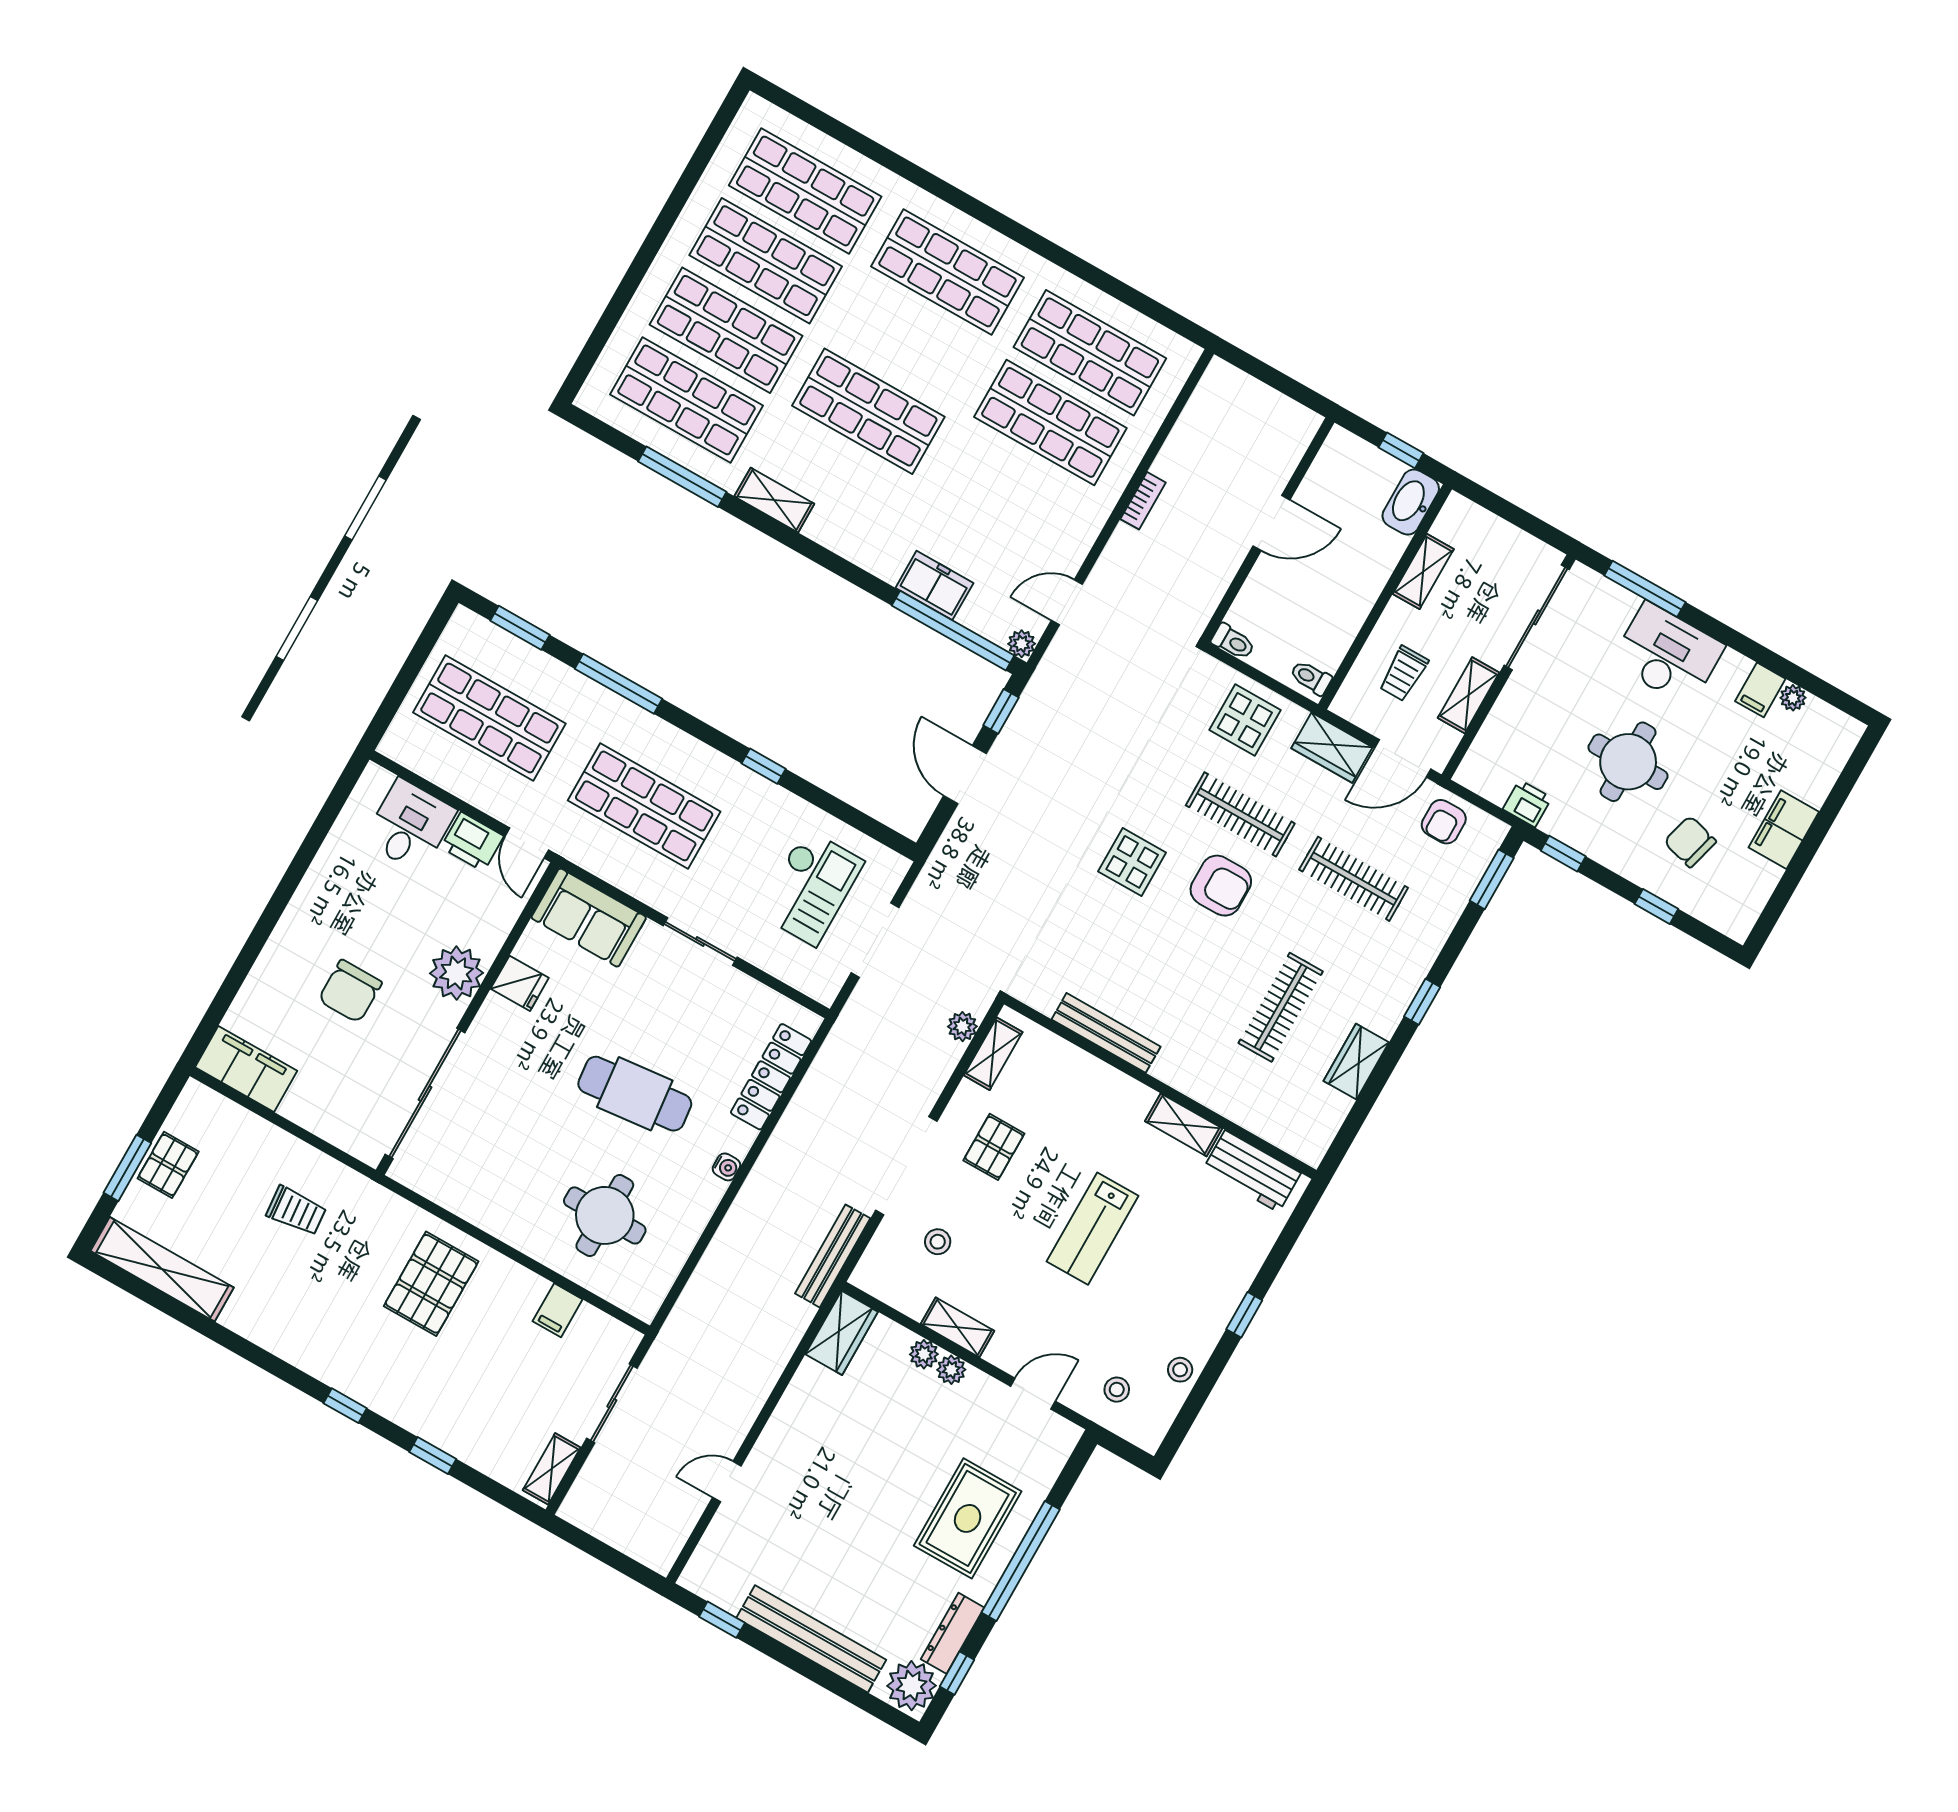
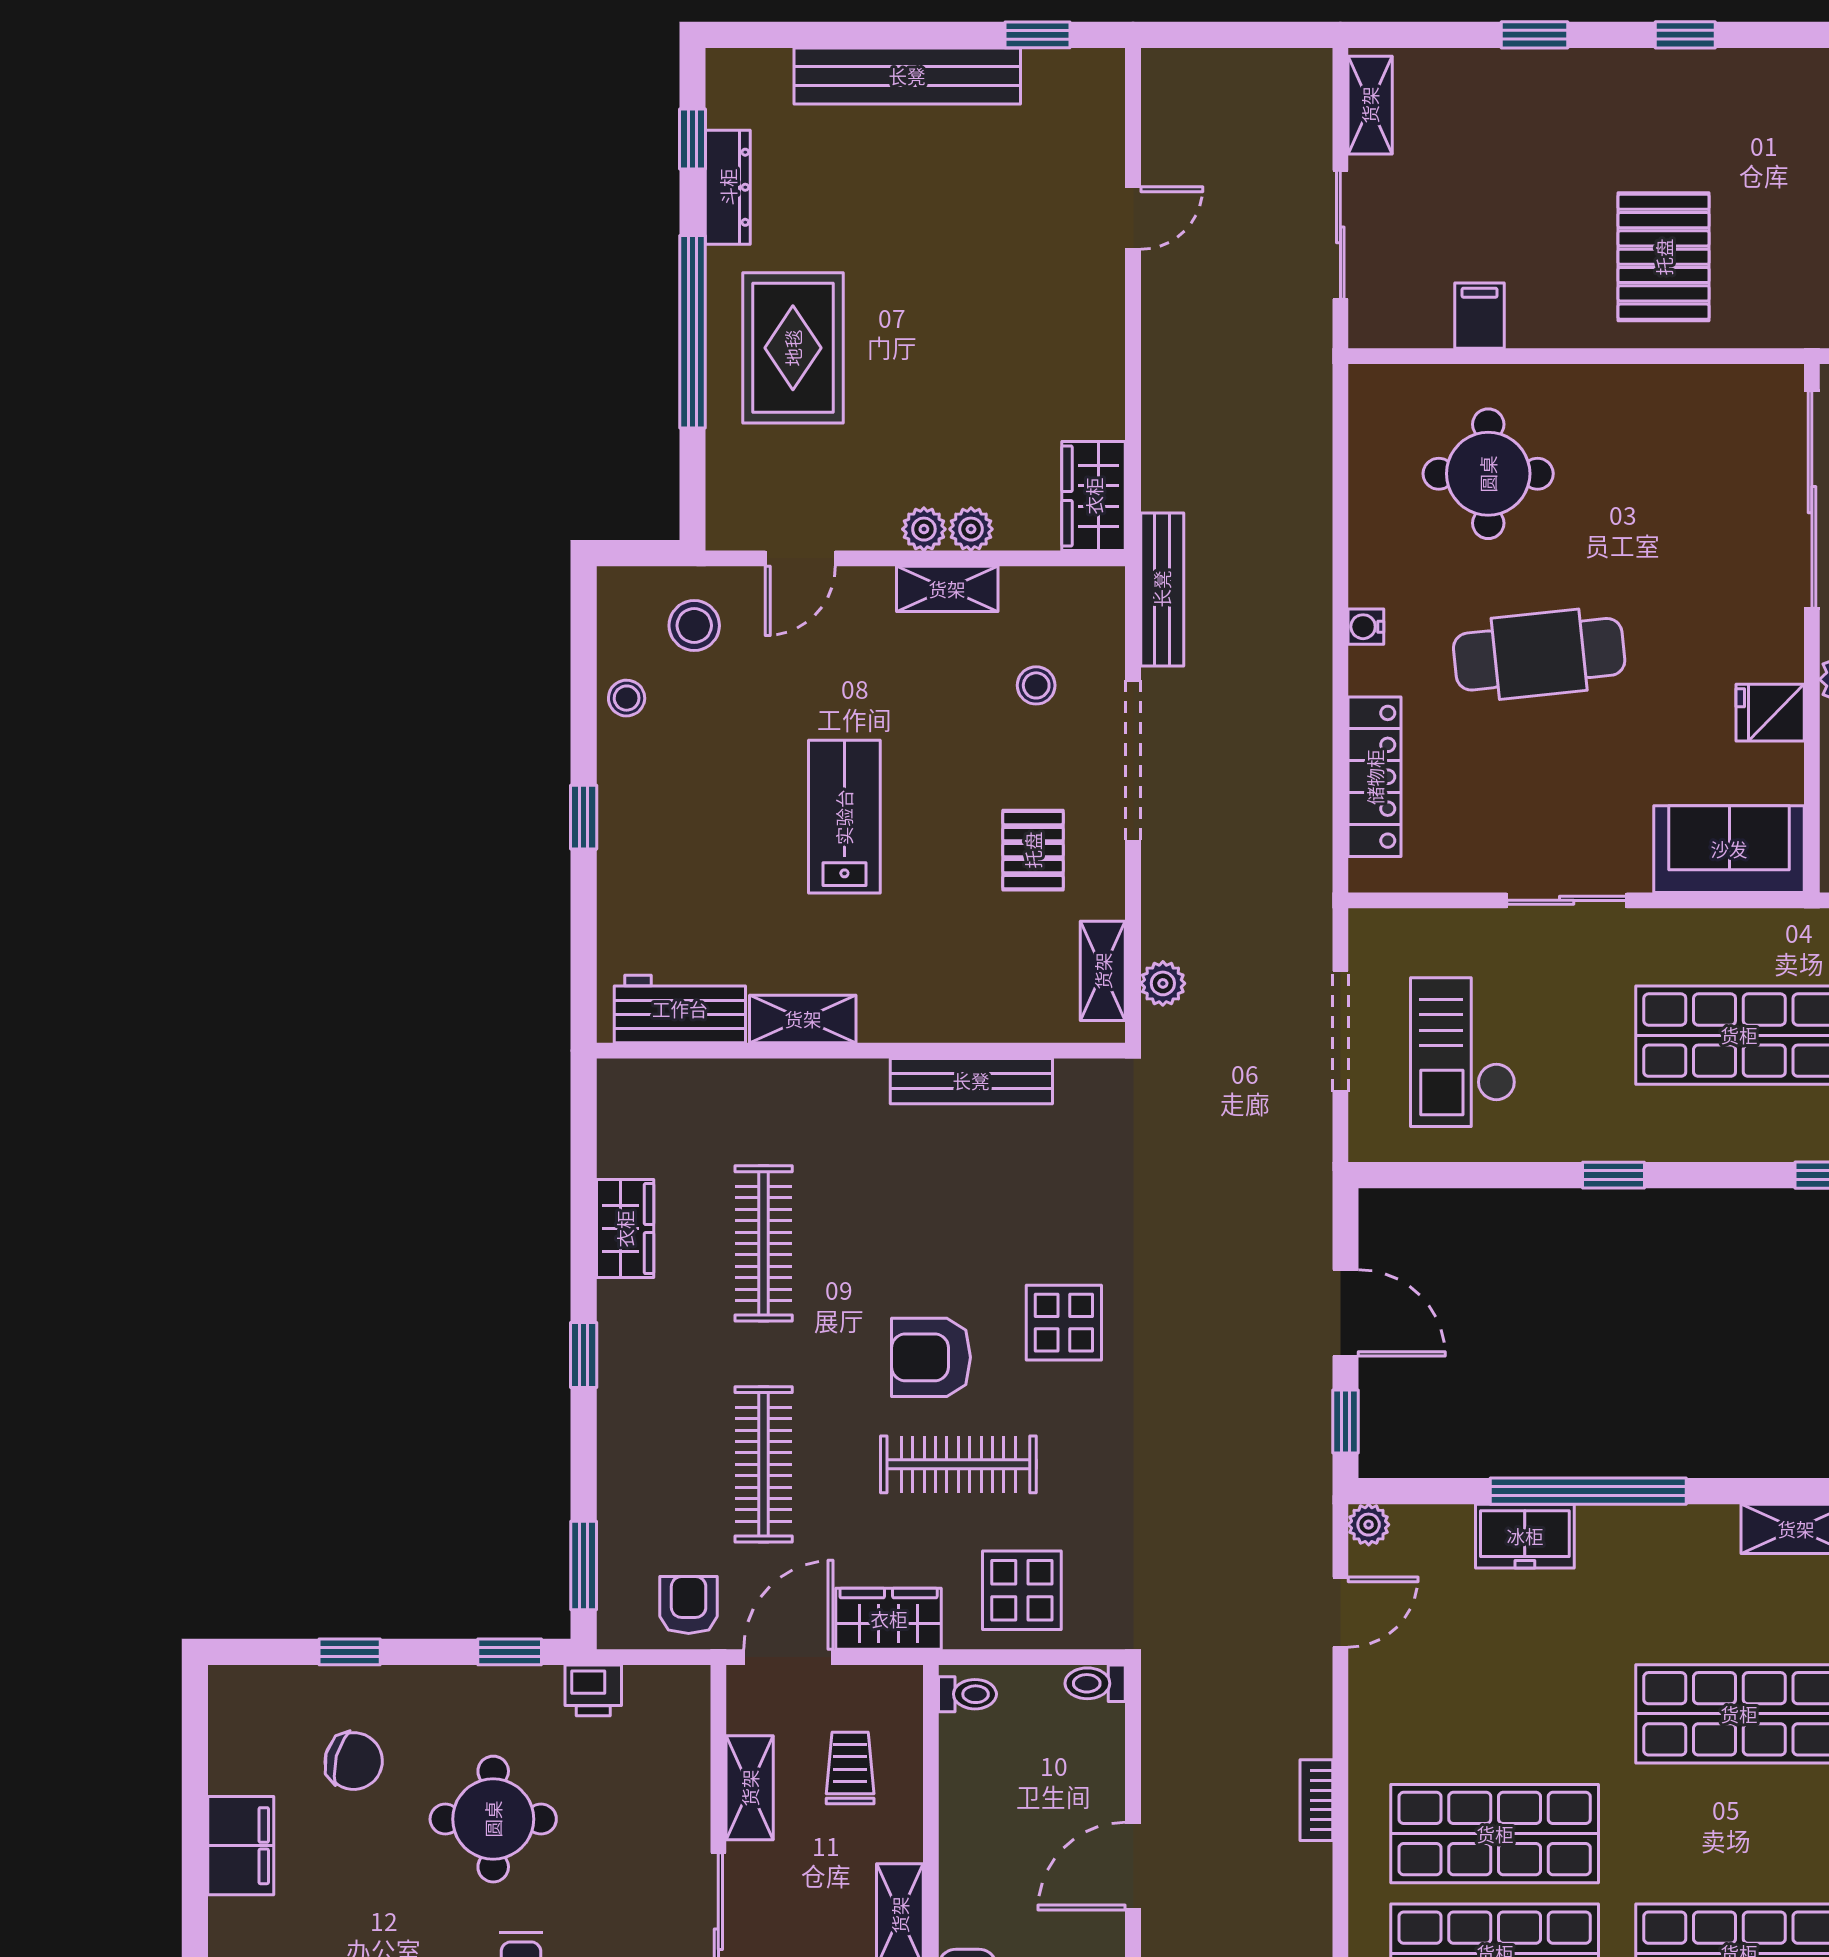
window: (953, 631) -> (1588, 1491), moved
clothes rail: (1354, 879) -> (764, 1464), turned 90
stool: (1117, 1390) -> (694, 626), width x1.37, depth x1.37
plant: (911, 1686) -> (742, 89), removed

